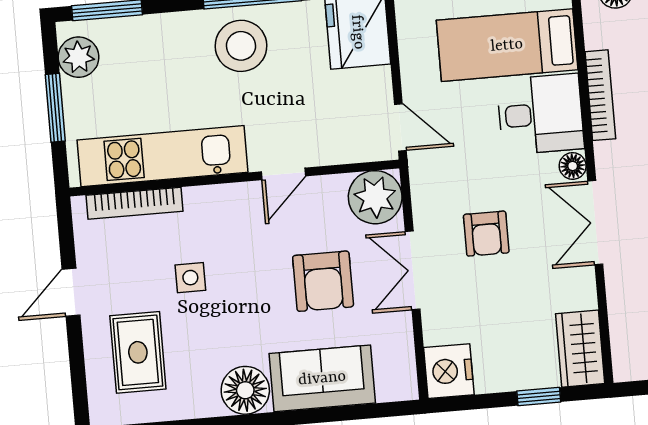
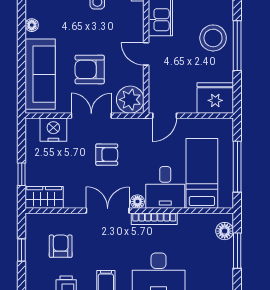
bookcase: (600, 95) -> (154, 219), moved
armchair: (486, 234) -> (107, 155), turned 180
nightstand: (449, 371) -> (53, 130), moved
sofa: (322, 378) -> (40, 74), width x1.36
floor lamp: (245, 390) -> (32, 25), width x0.53, depth x0.53

